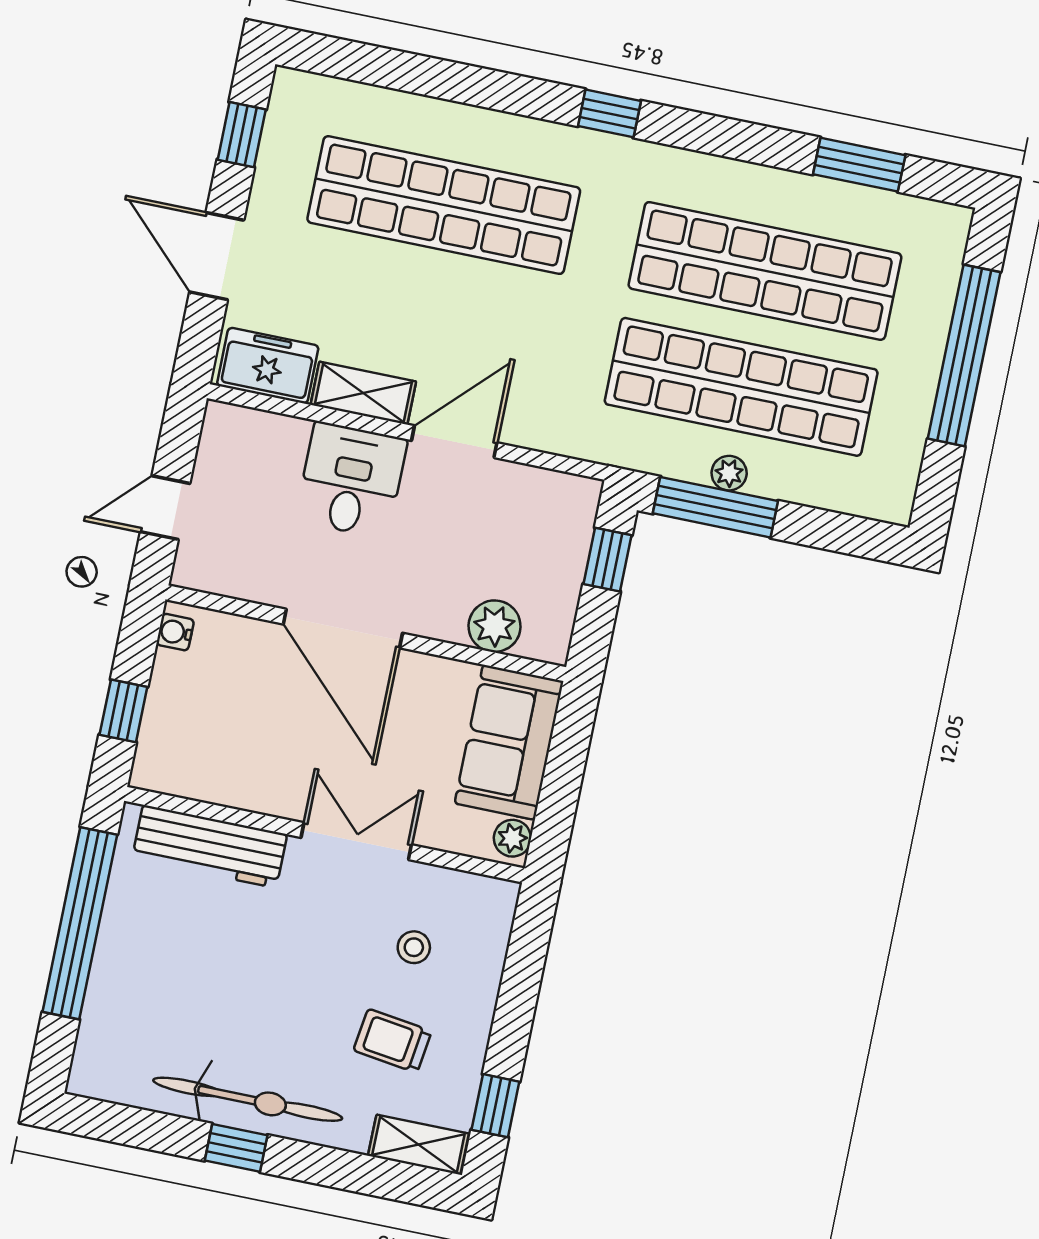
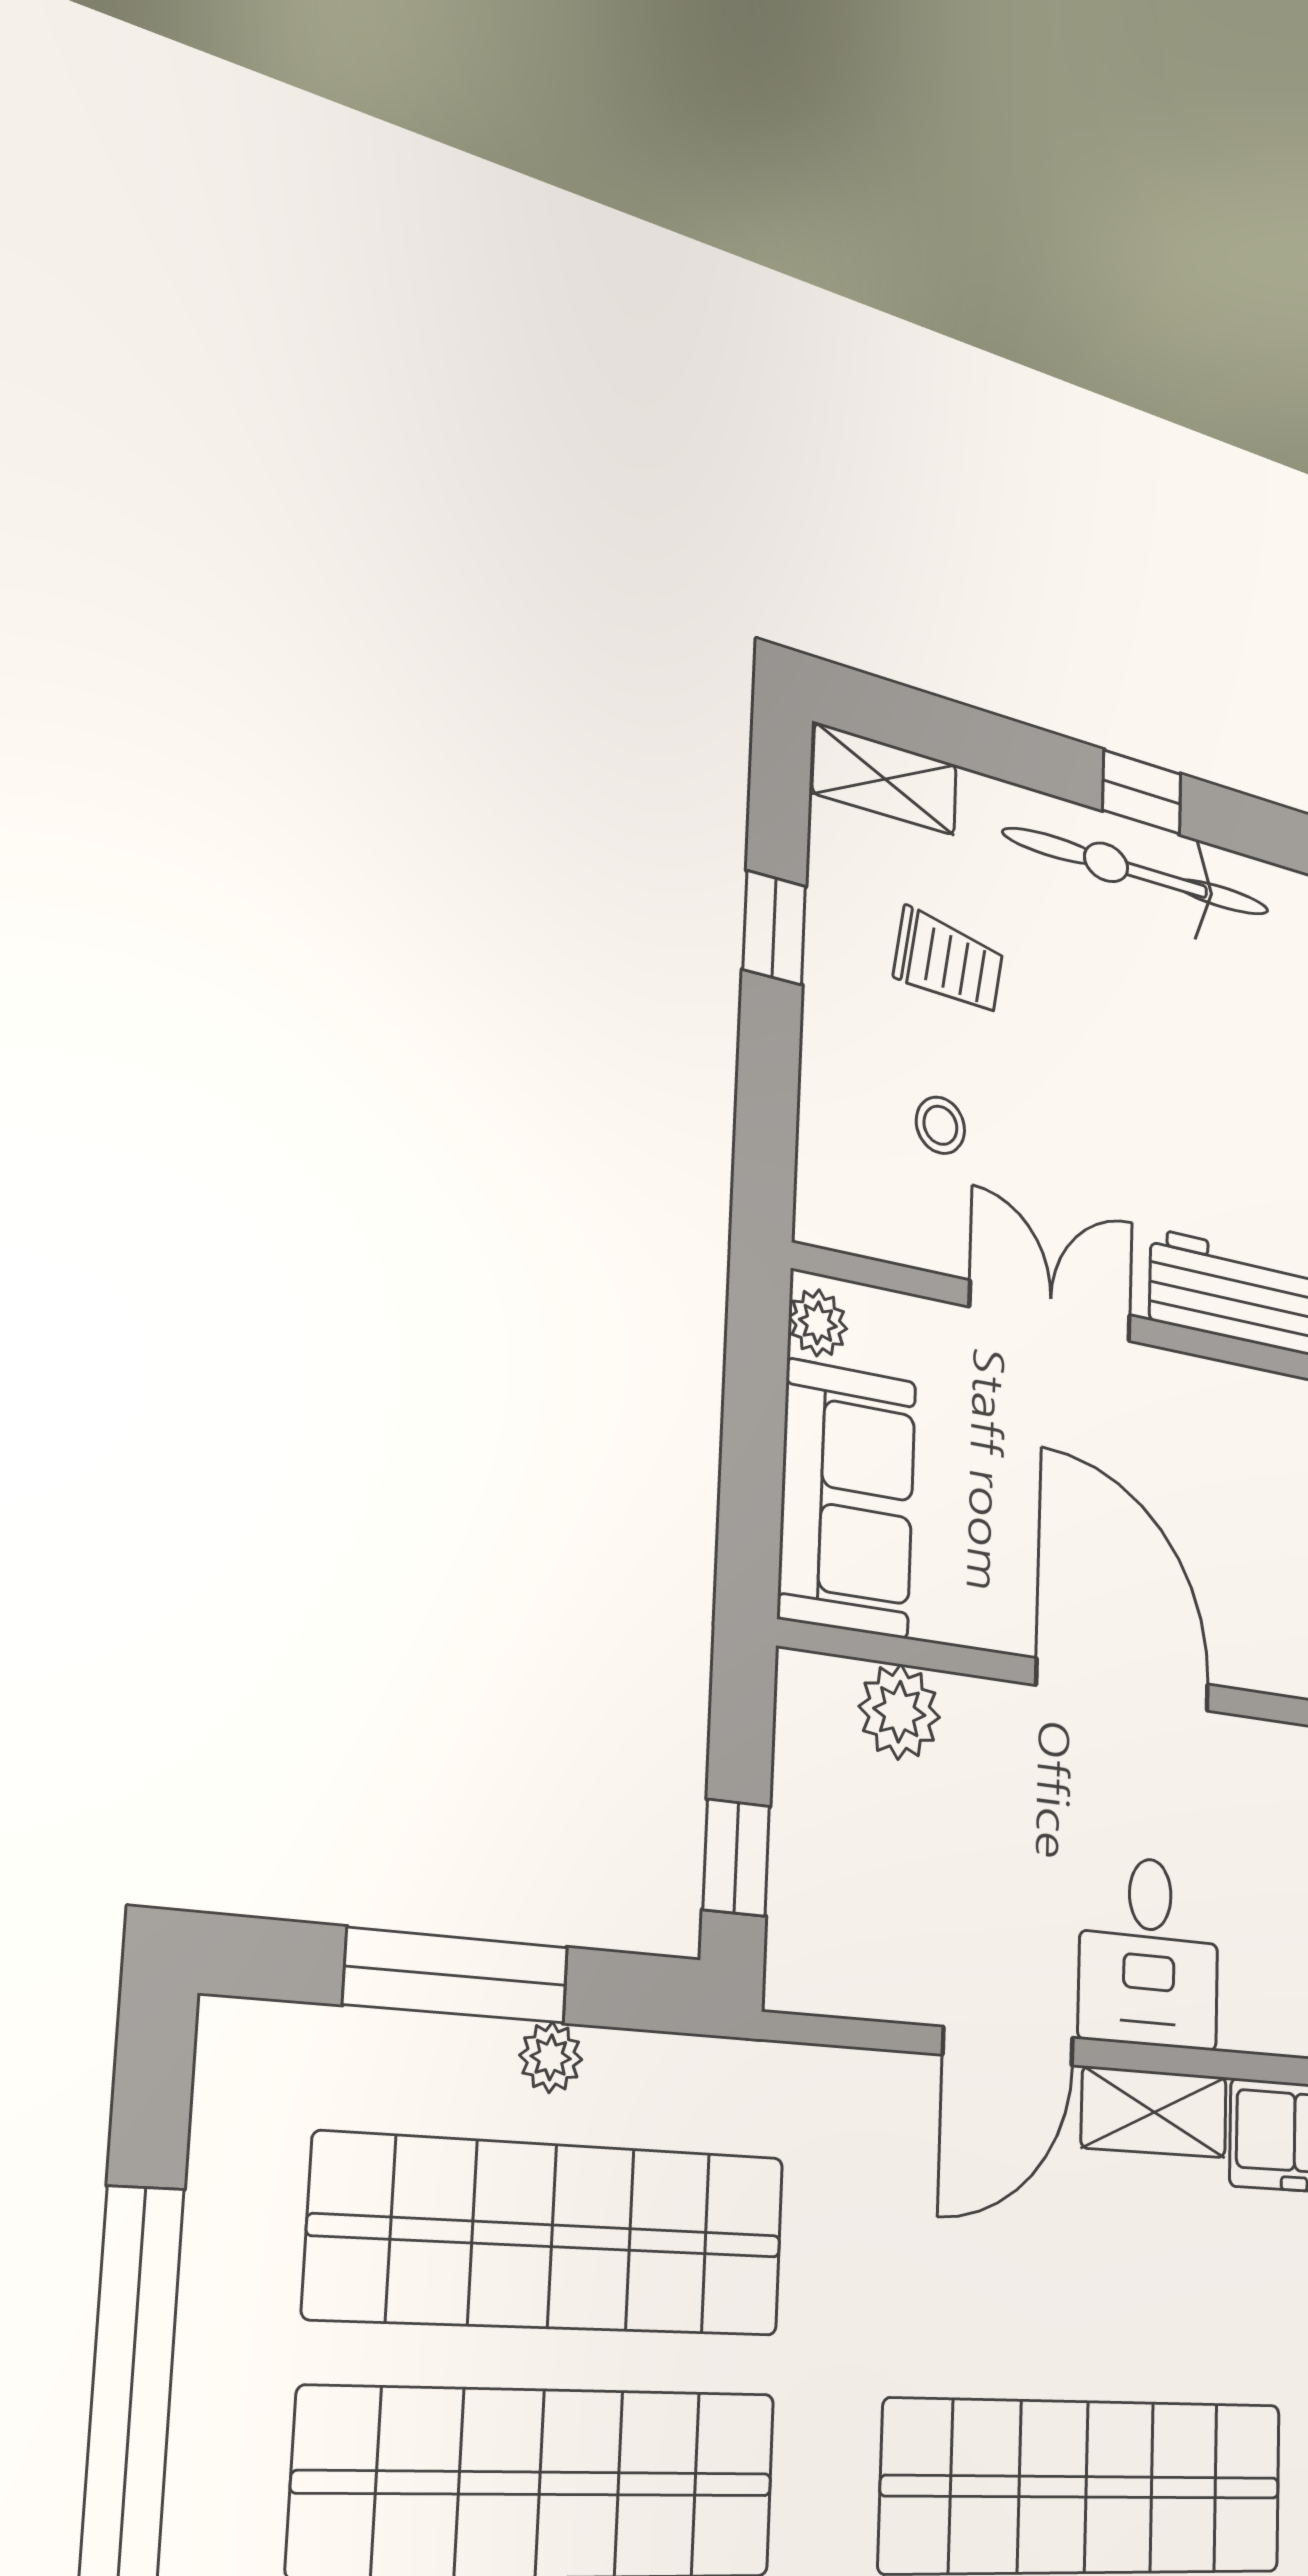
window: (715, 507) -> (457, 1976), moved
double door: (356, 841) -> (1051, 1311), swing flipped
window: (495, 1106) -> (774, 928), moved

